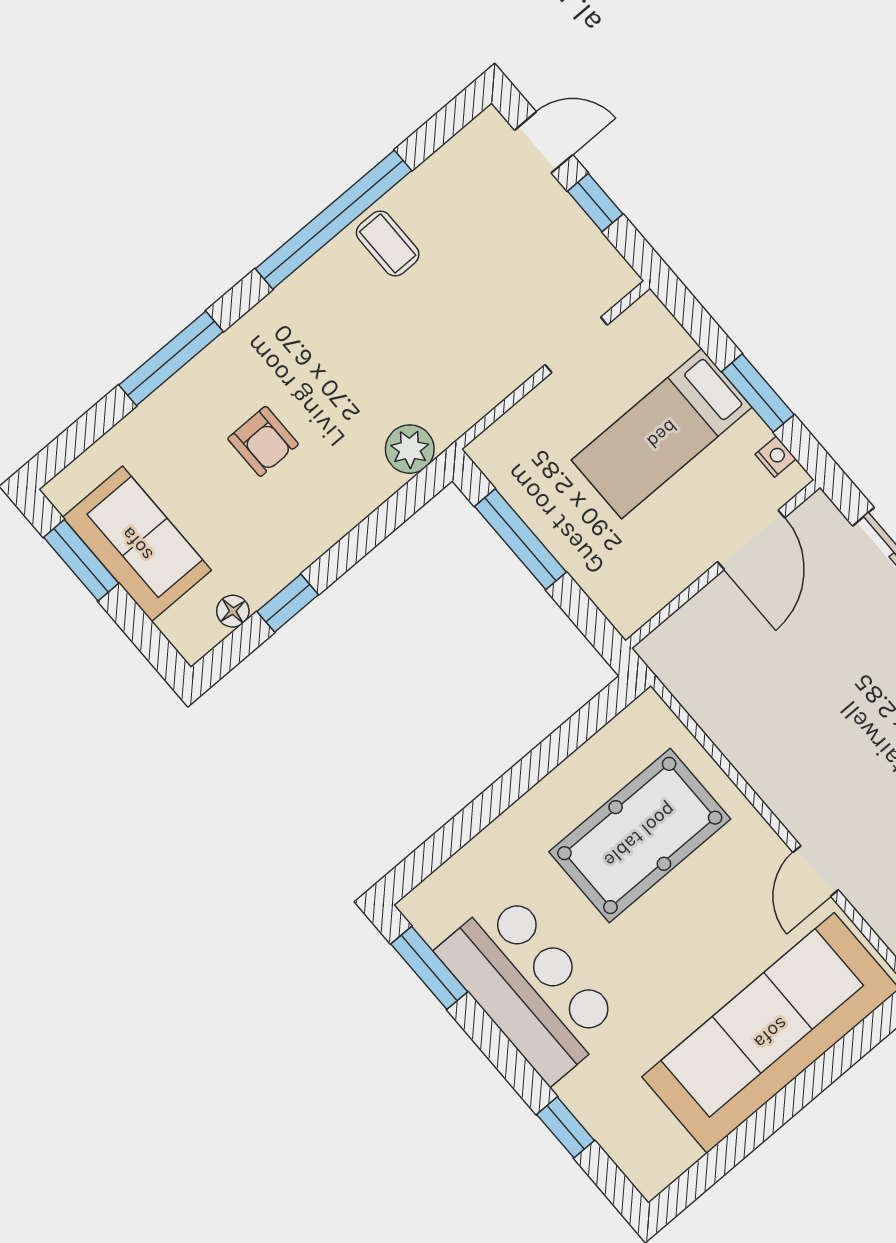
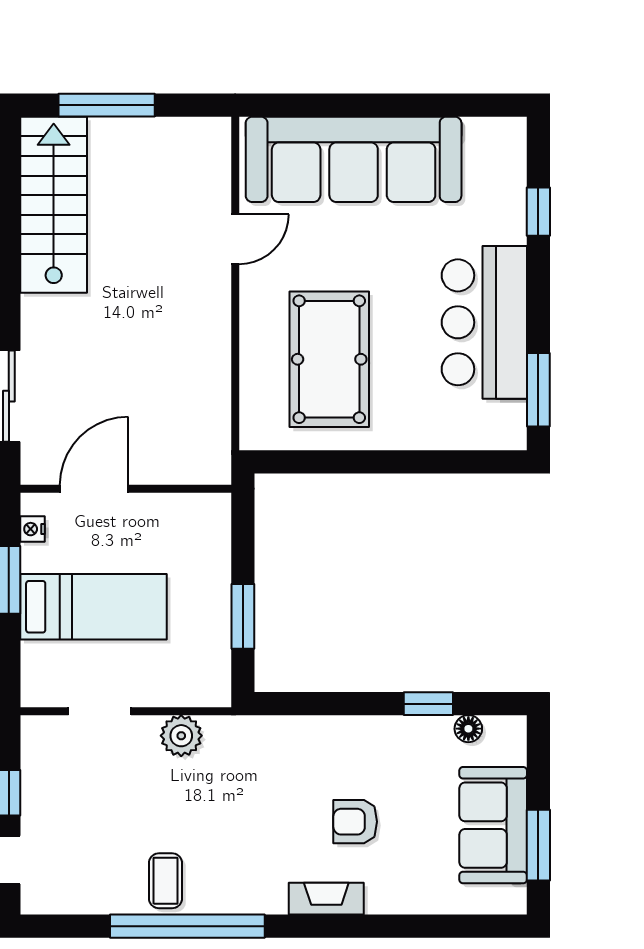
fireplace: (230, 350) -> (326, 899), added
window: (171, 358) -> (369, 926), removed
armchair: (263, 441) -> (355, 822), turned -90
plant: (410, 449) -> (181, 736), moved
window: (520, 539) -> (243, 616), width x0.69
pool table: (640, 835) -> (329, 359), turned 90

